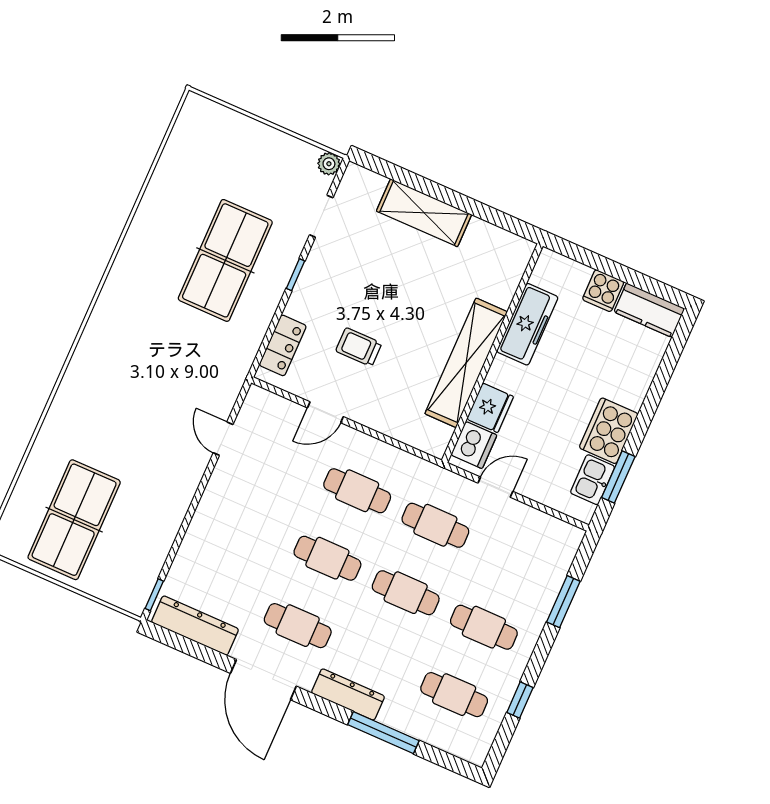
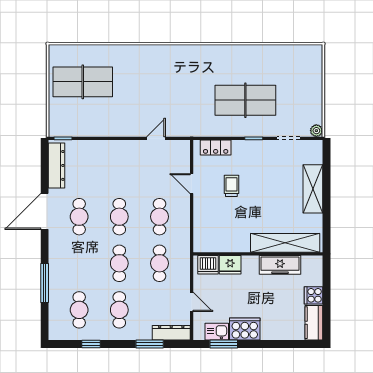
shelving: (466, 363) -> (285, 243), moved
door: (495, 487) -> (192, 302), moved
dresser: (348, 694) -> (171, 333), moved, turned -90

